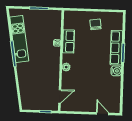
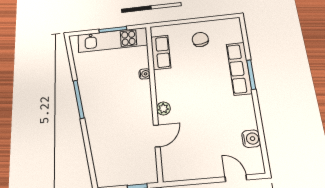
kitchen unit: (19, 39) -> (113, 40), moved, turned 99
row of seats: (68, 41) -> (161, 52), moved
water cooler: (116, 71) -> (251, 139), moved
door: (60, 96) -> (157, 136), moved

